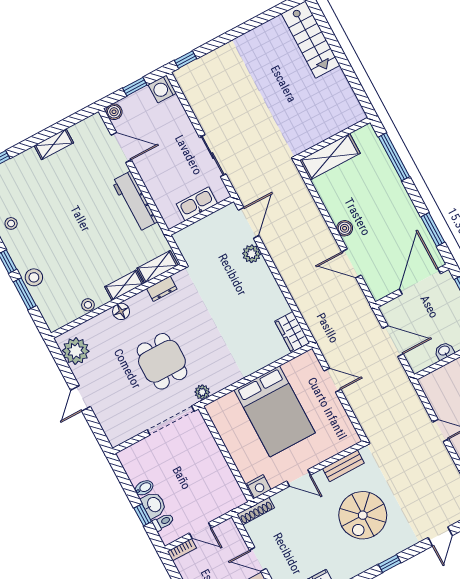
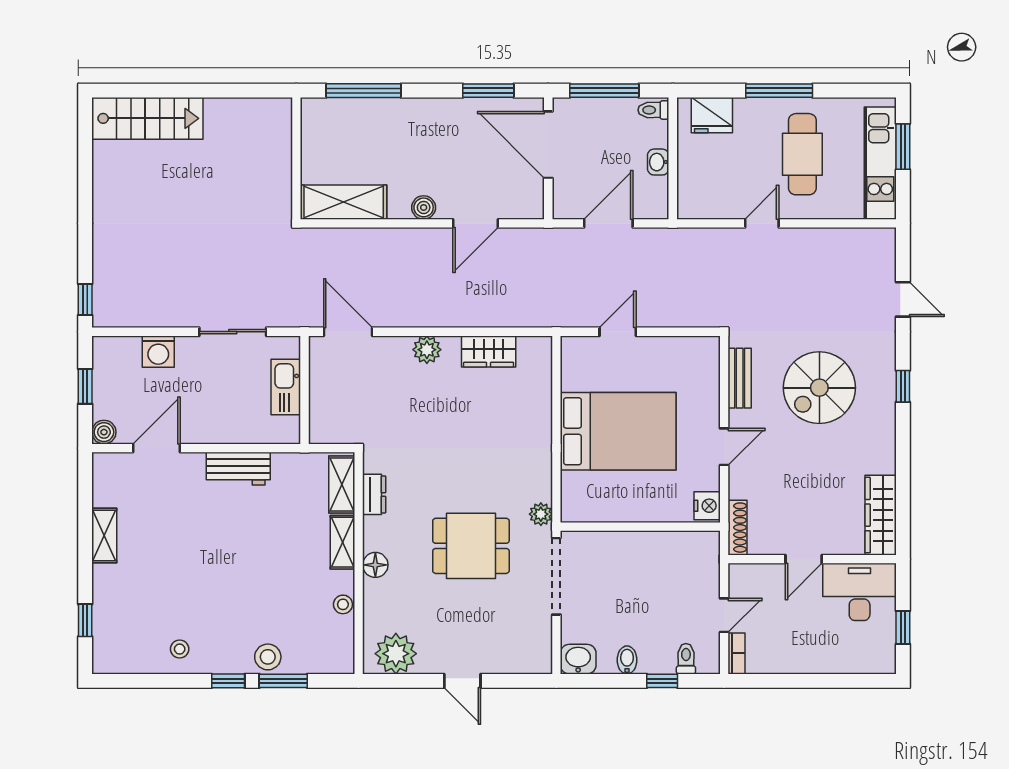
washing machine: (162, 89) -> (158, 352), moved
shelving: (330, 157) -> (344, 202), moved, turned 90
workbench: (135, 201) -> (238, 469), width x0.73
plant: (252, 254) -> (427, 350), moved
wardrobe: (292, 332) -> (489, 351), moved
washbasin: (154, 505) -> (578, 659), moved
spiral stairs: (363, 515) -> (819, 388), turned 90

